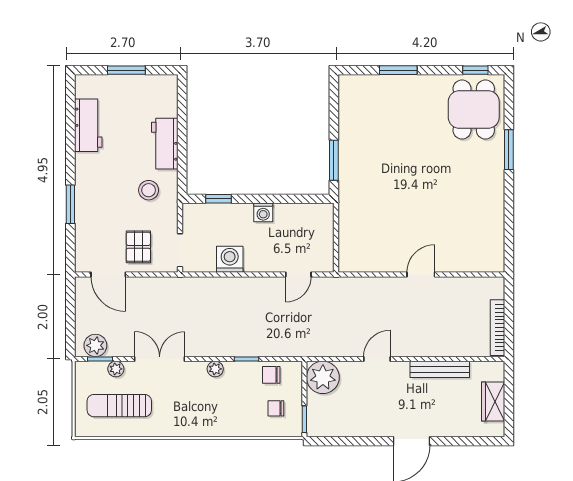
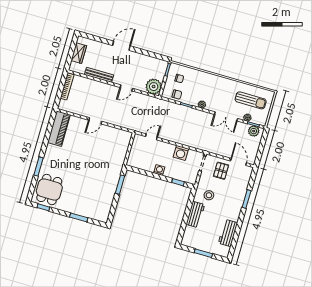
piano: (489, 238) -> (59, 129), added

